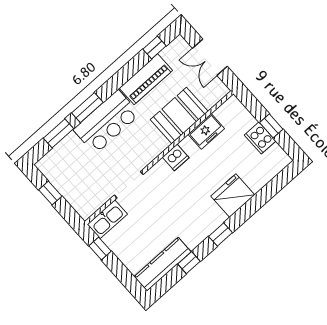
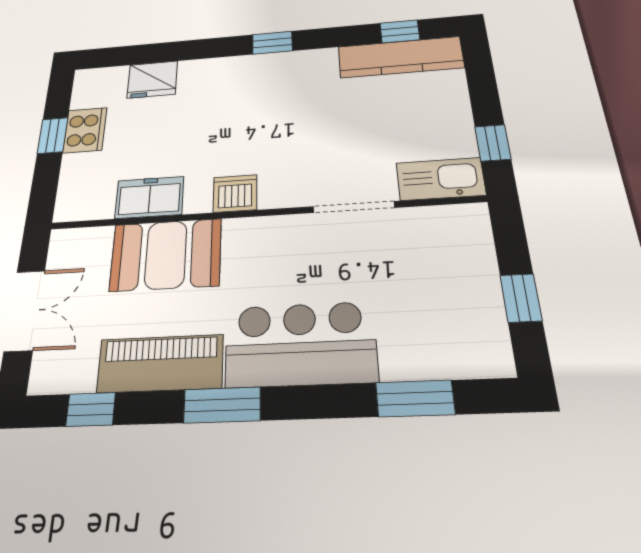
window: (87, 108) -> (222, 405), moved
fridge: (233, 196) -> (152, 80), moved, width x0.73, depth x0.75
window: (189, 263) -> (400, 31), moved

